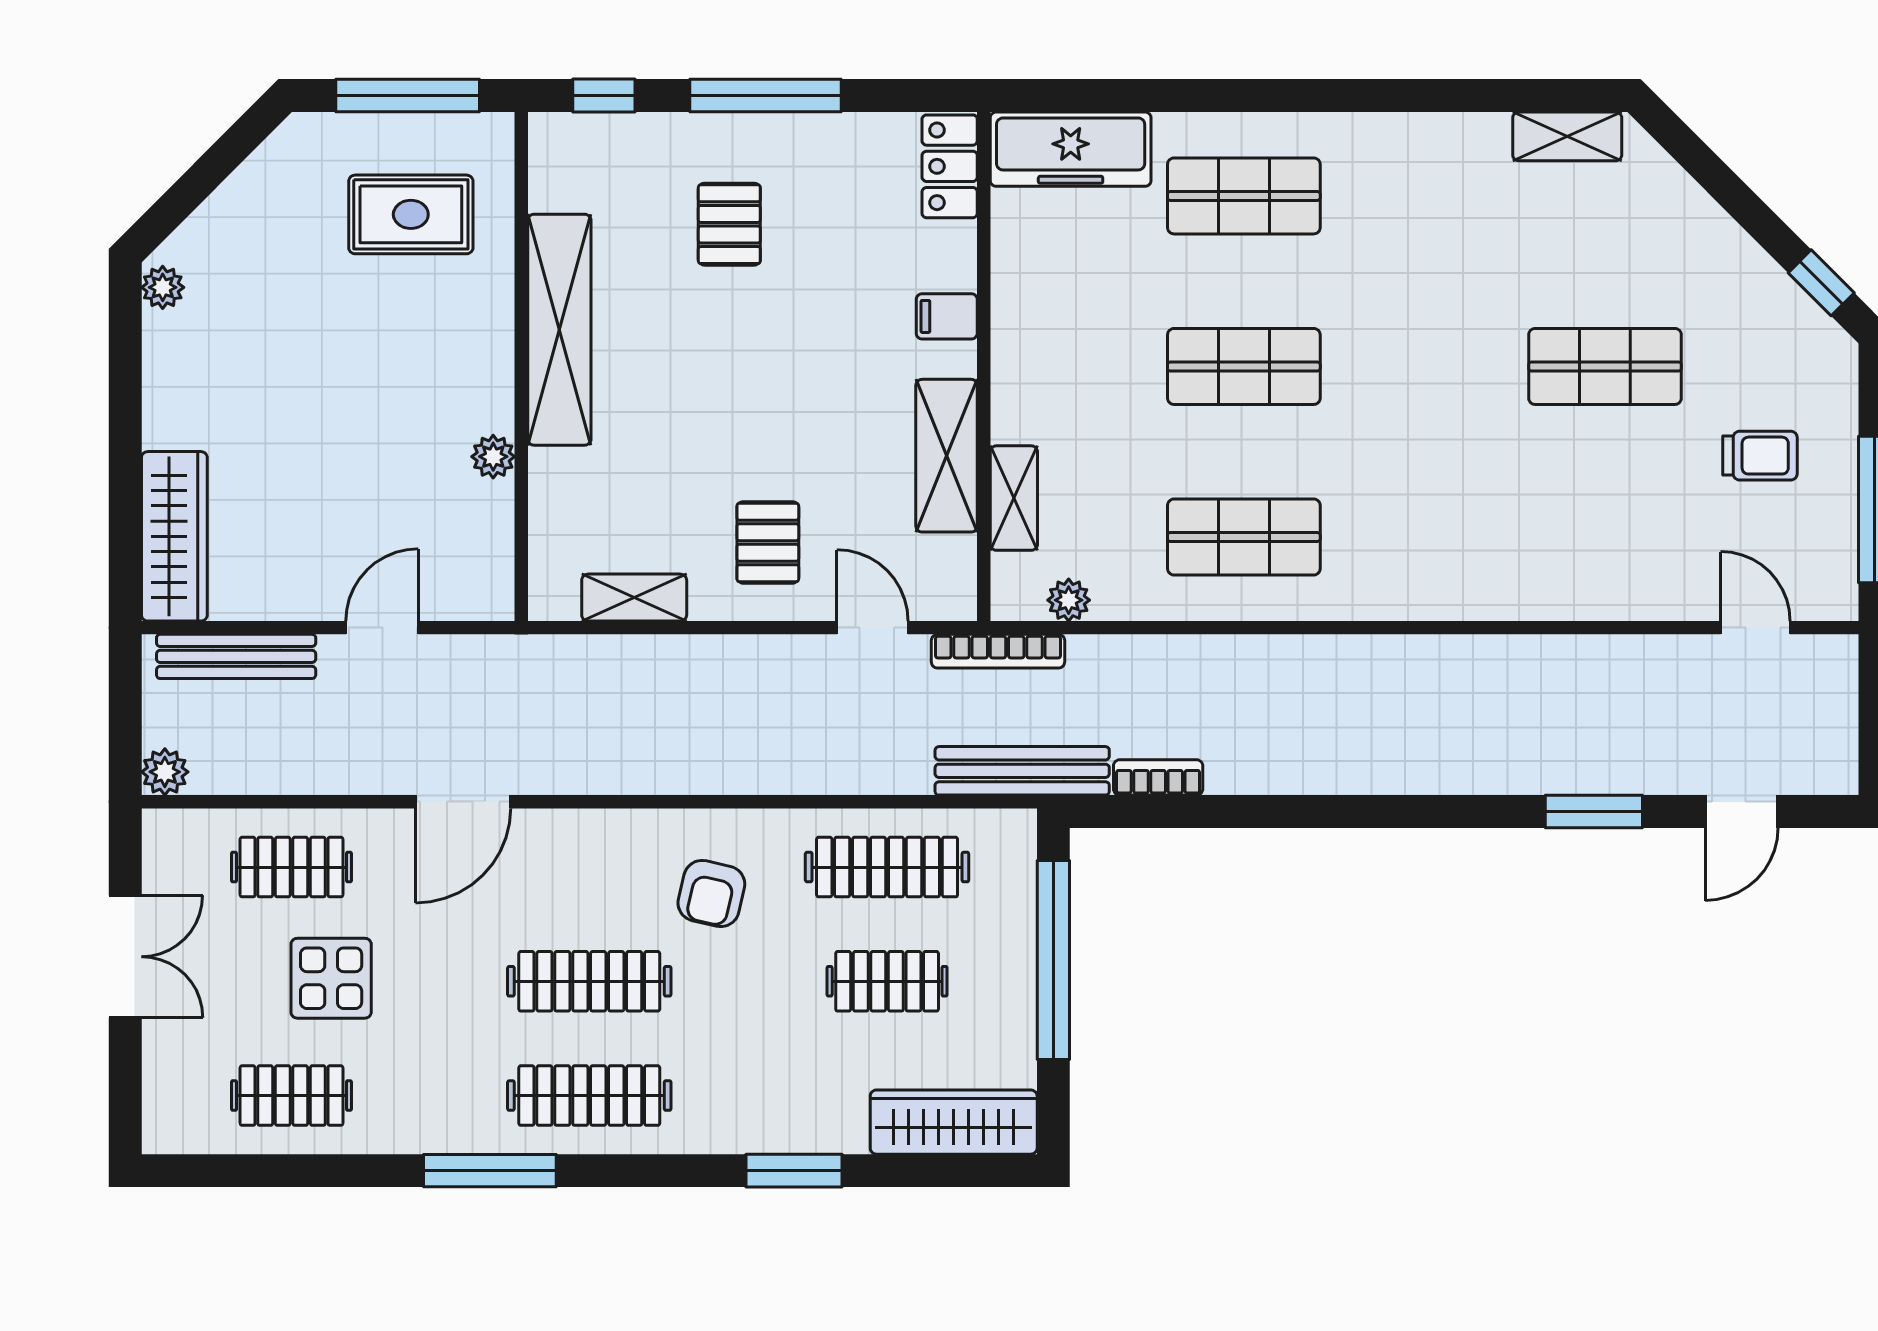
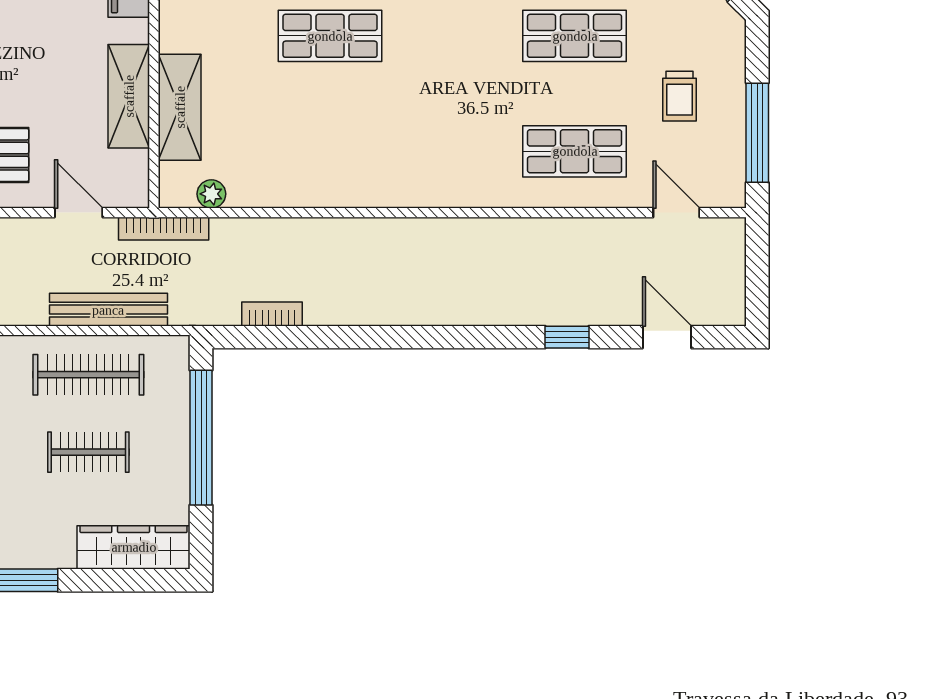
trolley: (1760, 456) -> (679, 96), turned 90
shelving: (1014, 498) -> (180, 107), width x1.50, depth x1.33
shop shelf: (1244, 537) -> (575, 151), moved
bench: (1022, 771) -> (108, 310), moved
window: (1594, 812) -> (567, 337), width x0.67
door: (1742, 812) -> (667, 337), swing flipped

